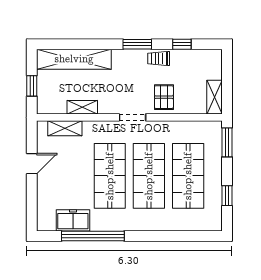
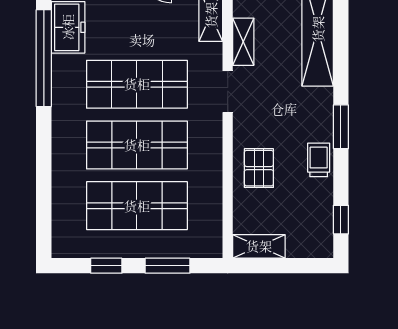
window: (182, 44) -> (341, 220), moved
pallet: (164, 97) -> (259, 168), turned 90
doorway: (132, 117) -> (228, 92), moved
window: (227, 142) -> (168, 266), moved

